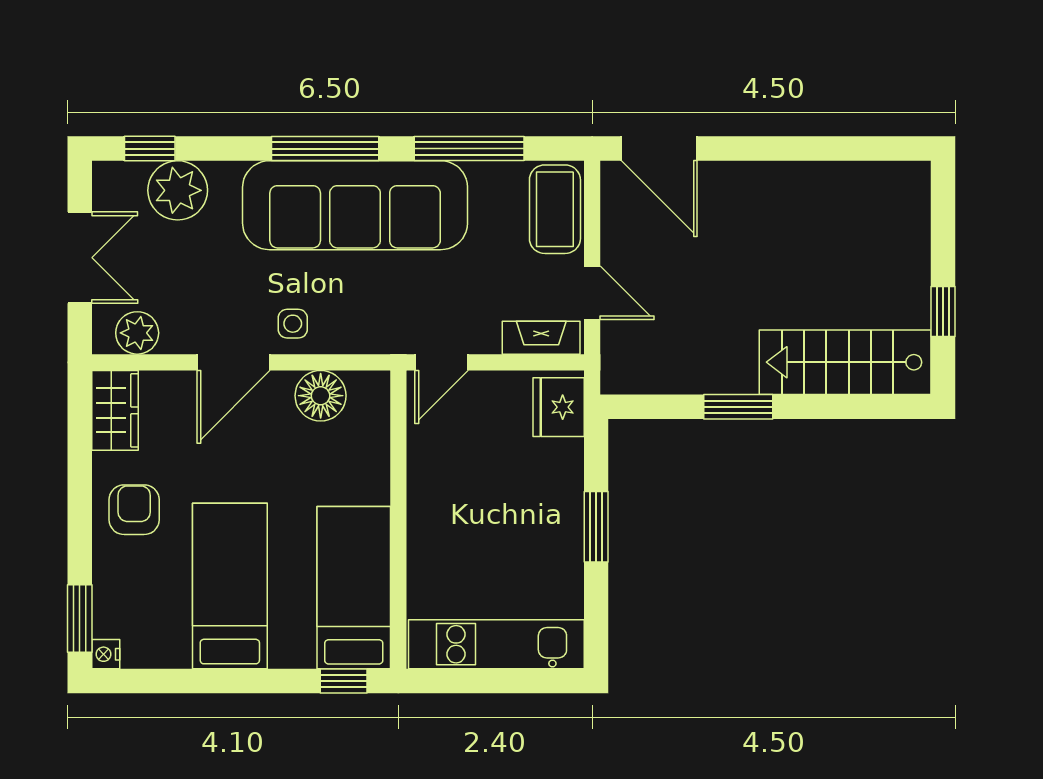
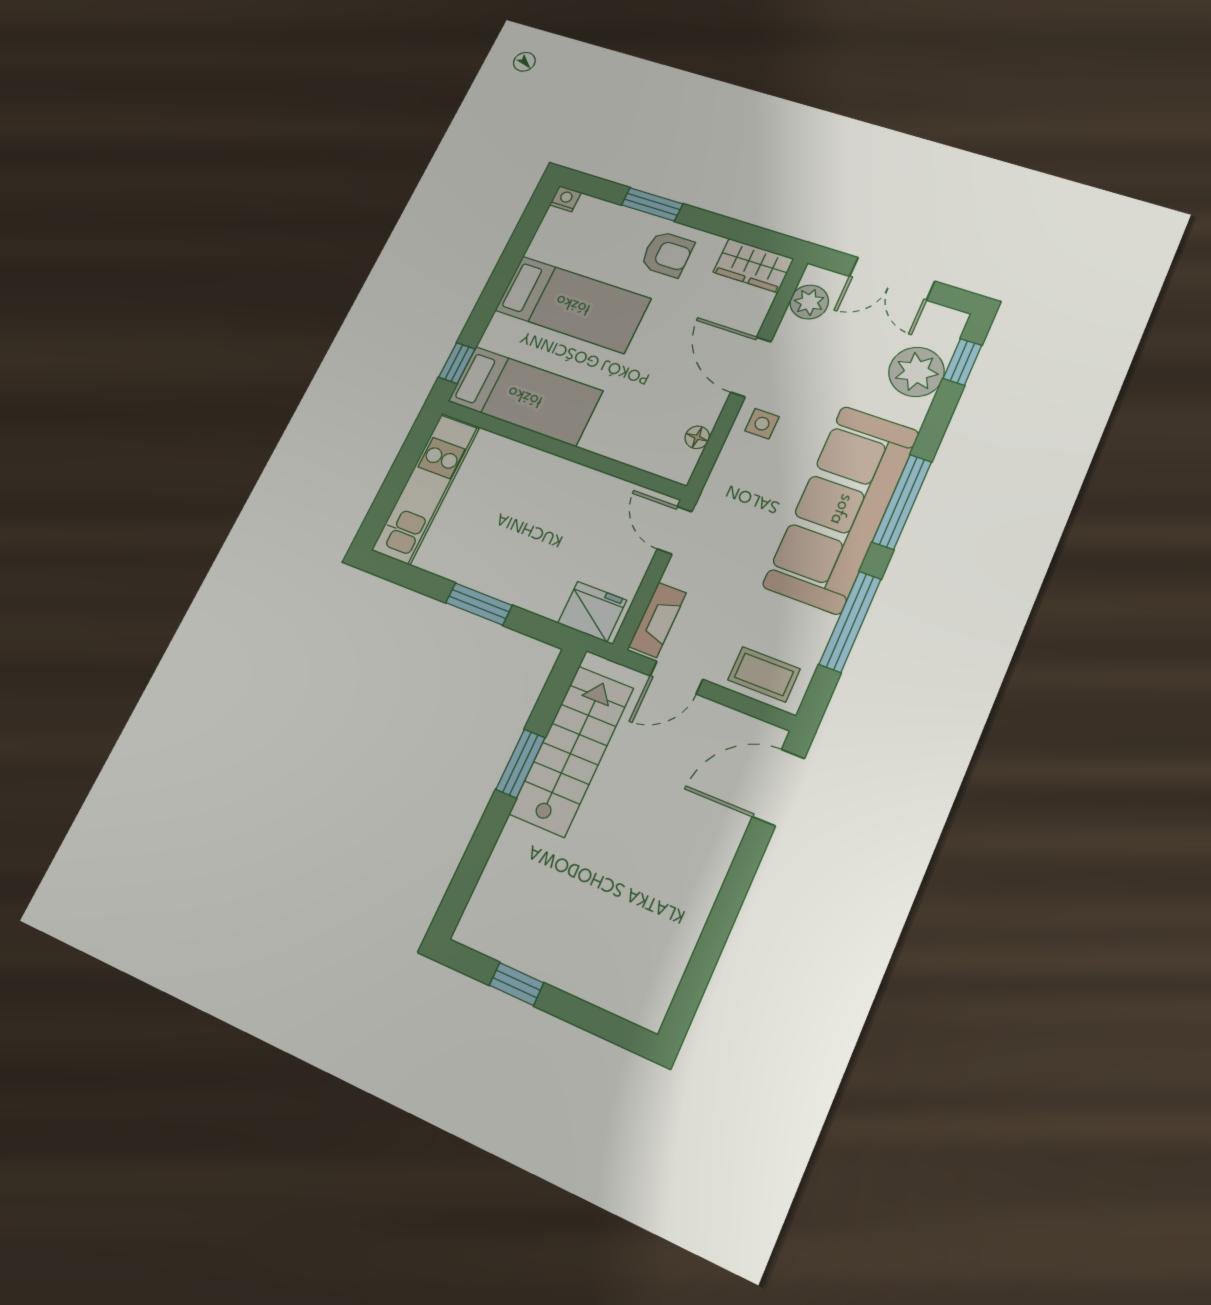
coffee table: (555, 209) -> (764, 674), width x0.73, depth x0.77
stairs: (845, 362) -> (572, 751), moved
floor lamp: (321, 396) -> (697, 437), width x0.53, depth x0.53
window: (80, 618) -> (652, 204), moved

